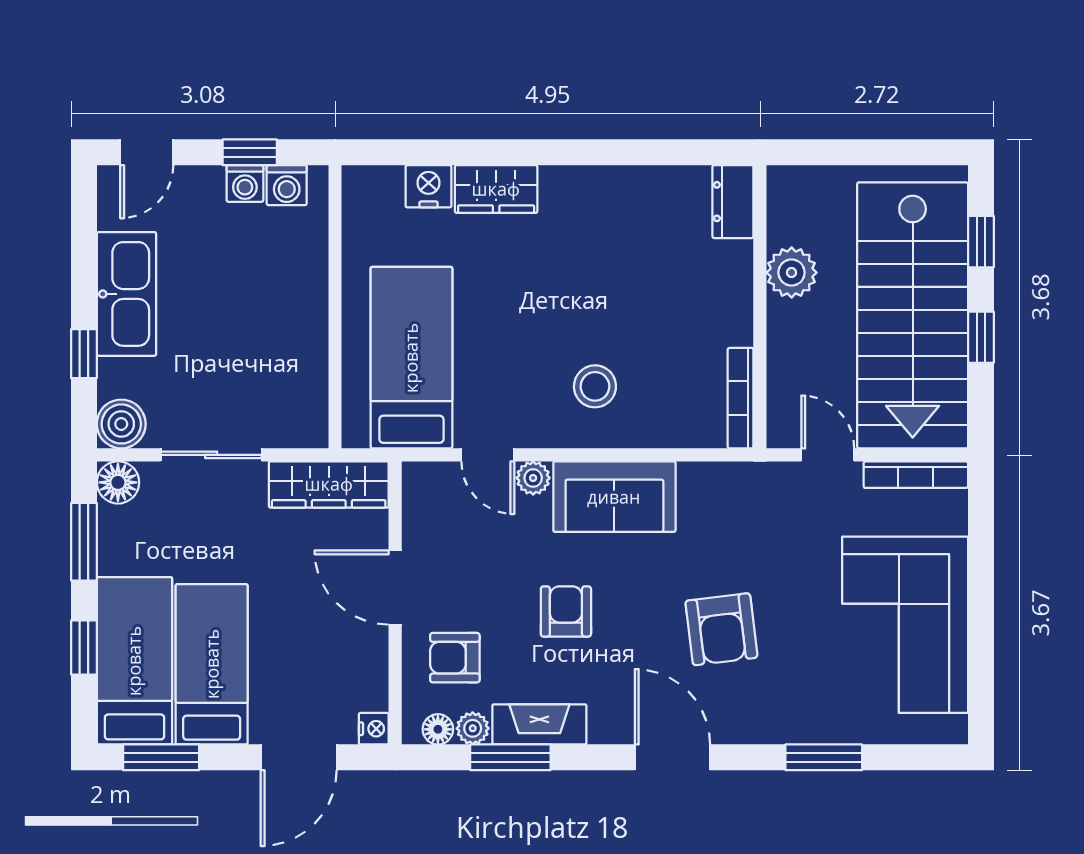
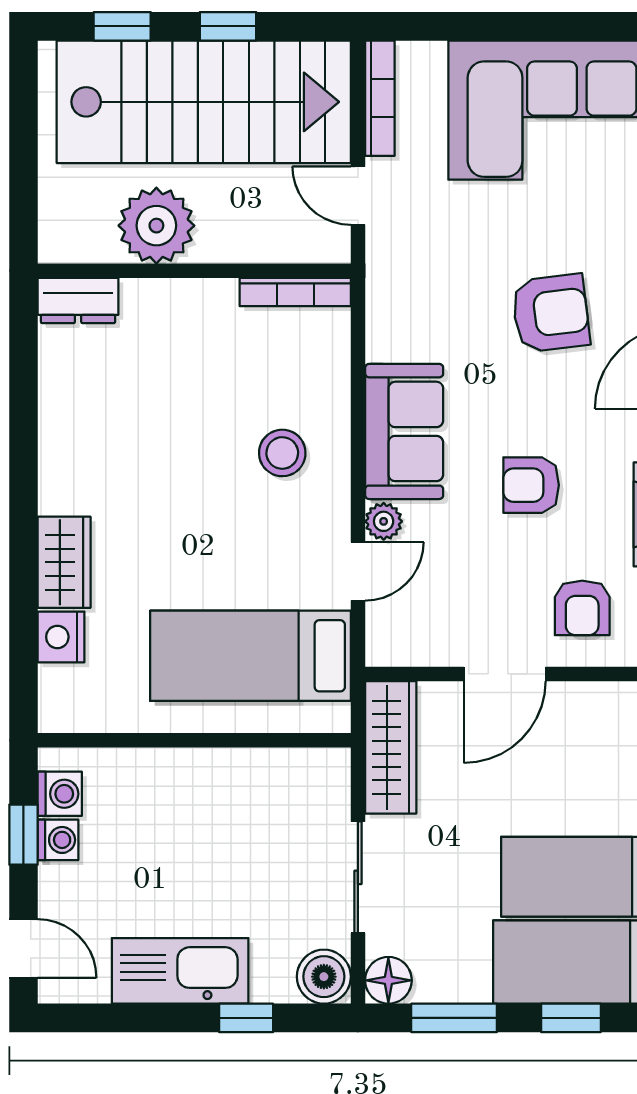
plant: (792, 273) -> (156, 226), width x1.36, depth x1.36
door: (828, 455) -> (358, 196), hinge flipped

